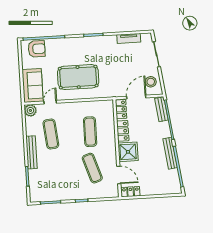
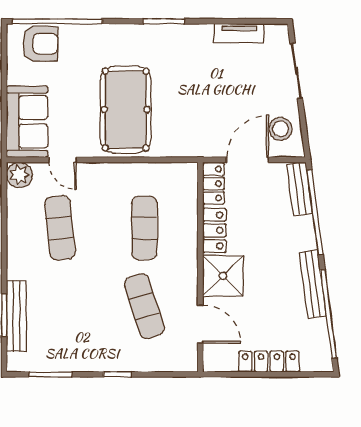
pool table: (78, 77) -> (126, 110), turned 90
door: (50, 102) -> (63, 160), swing flipped
bench: (32, 152) -> (16, 316), moved
locker: (131, 192) -> (269, 362), moved, width x1.53

